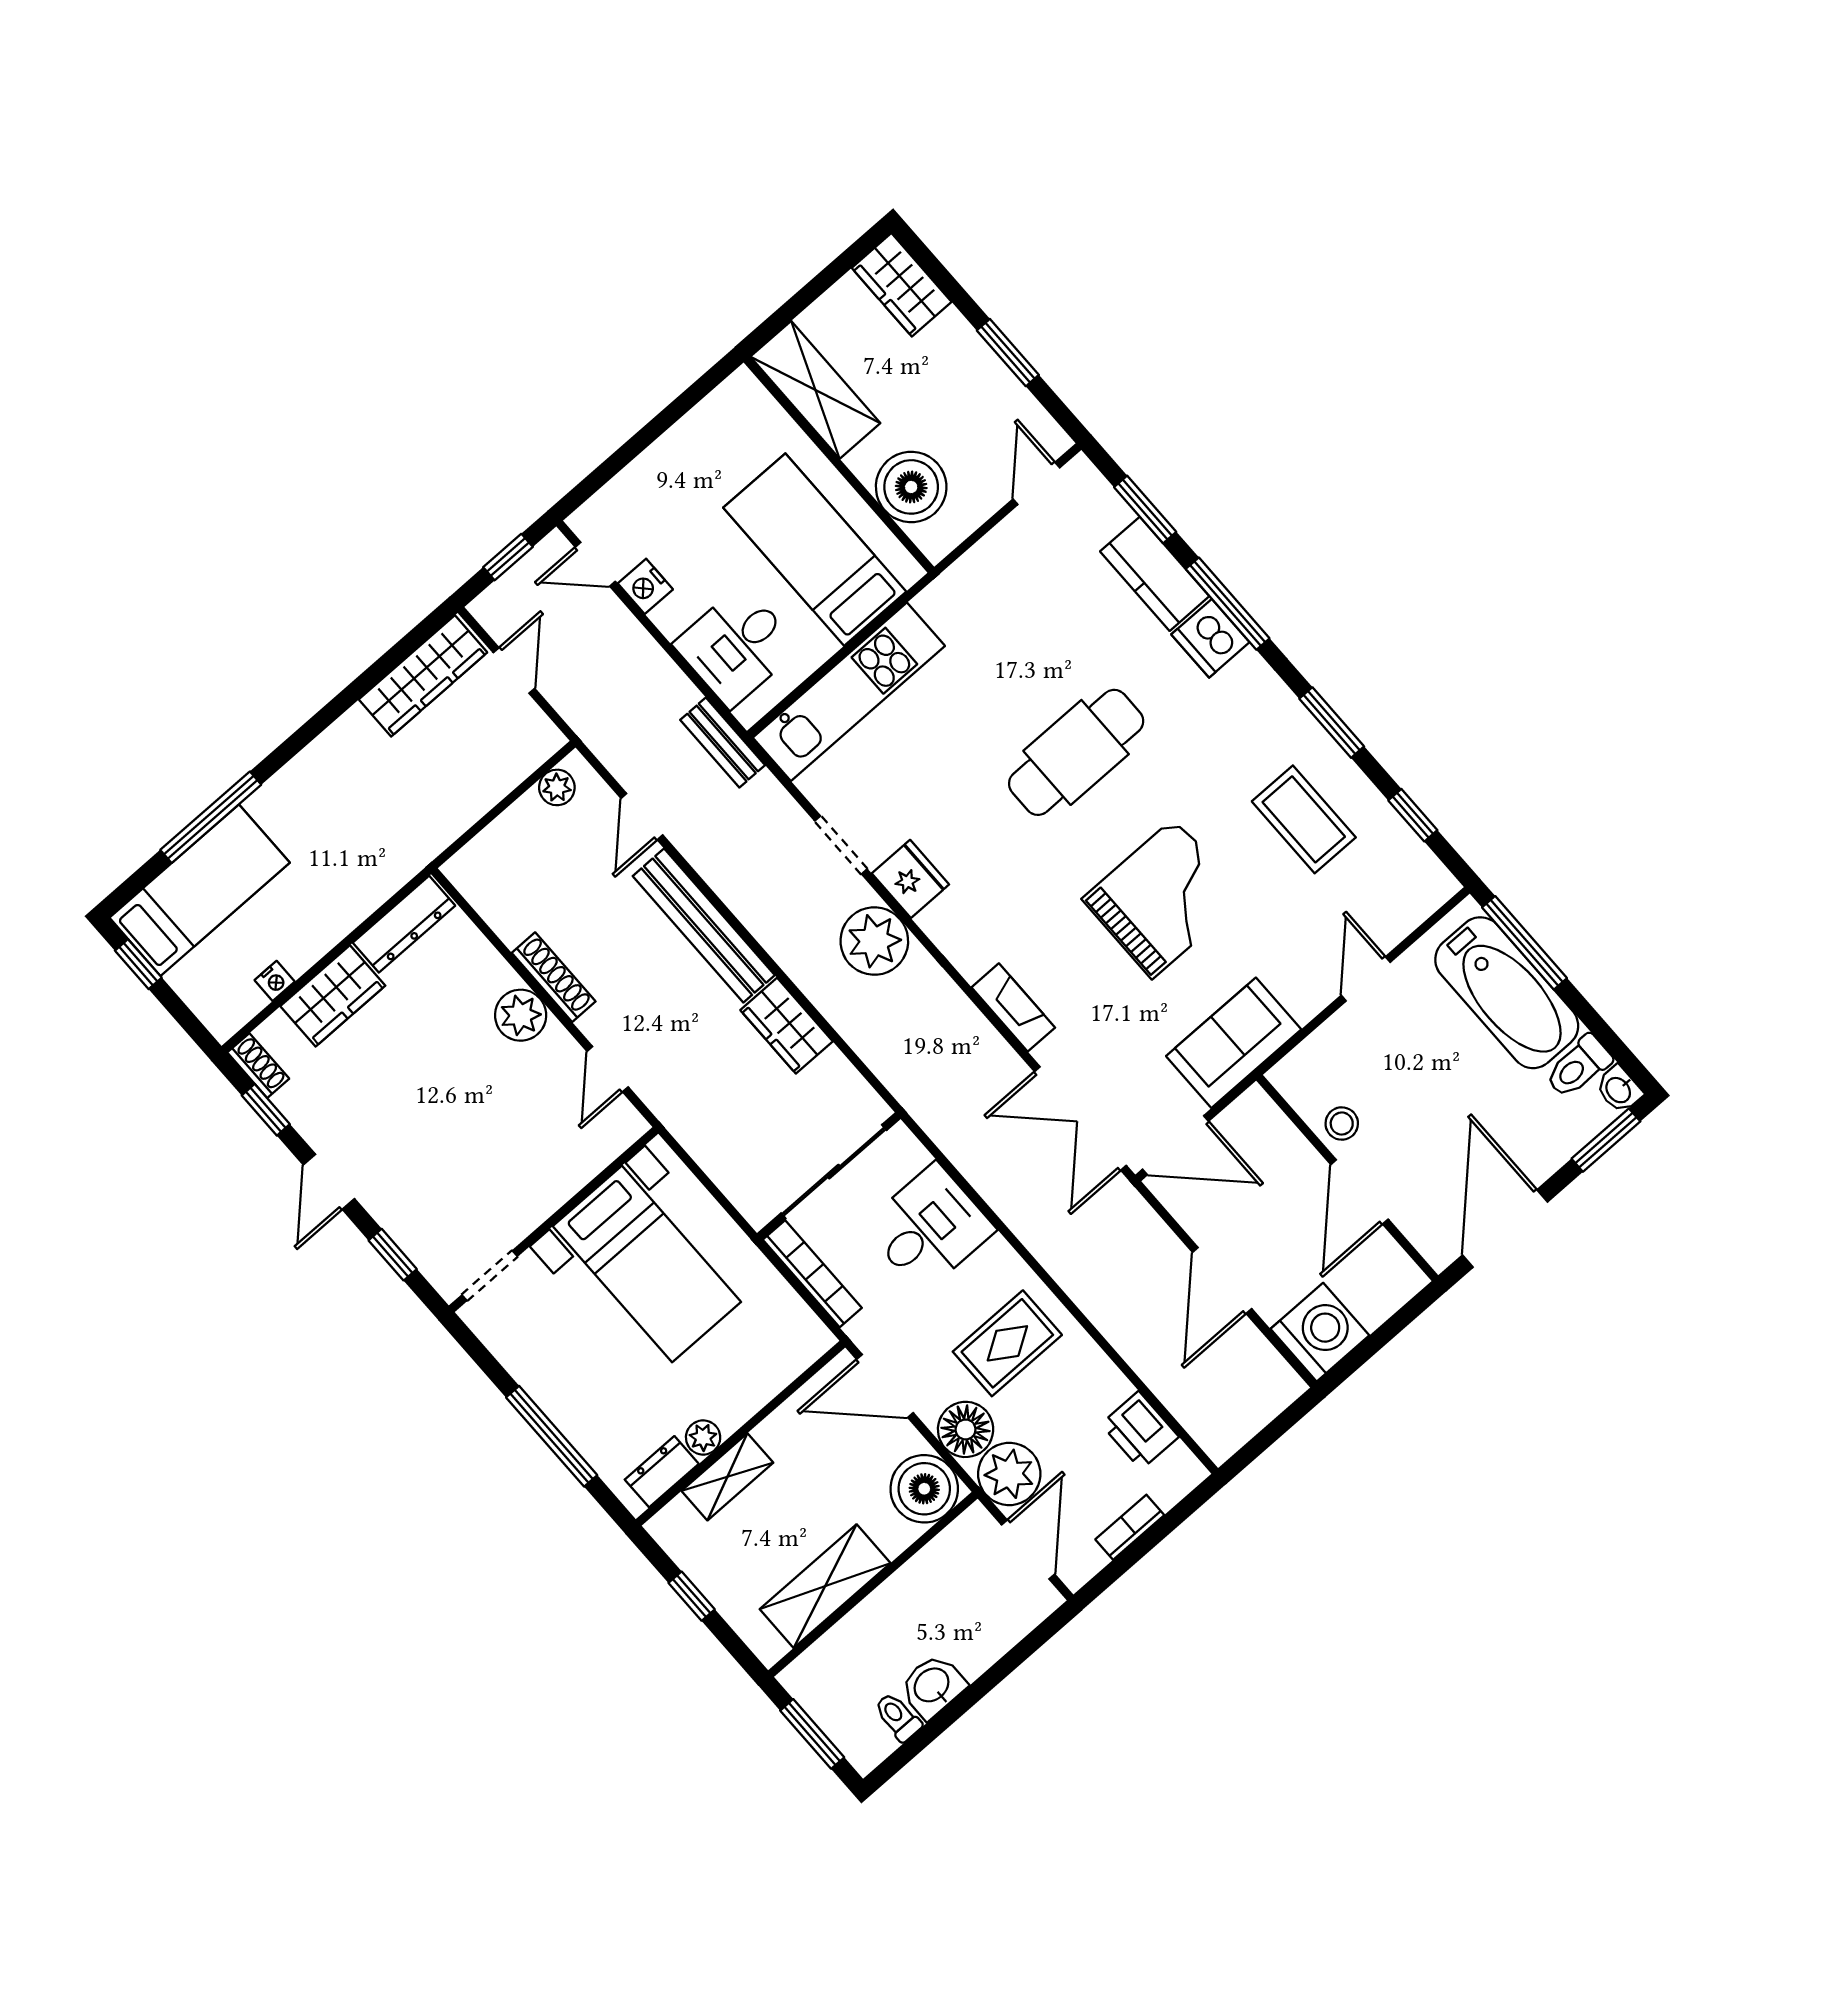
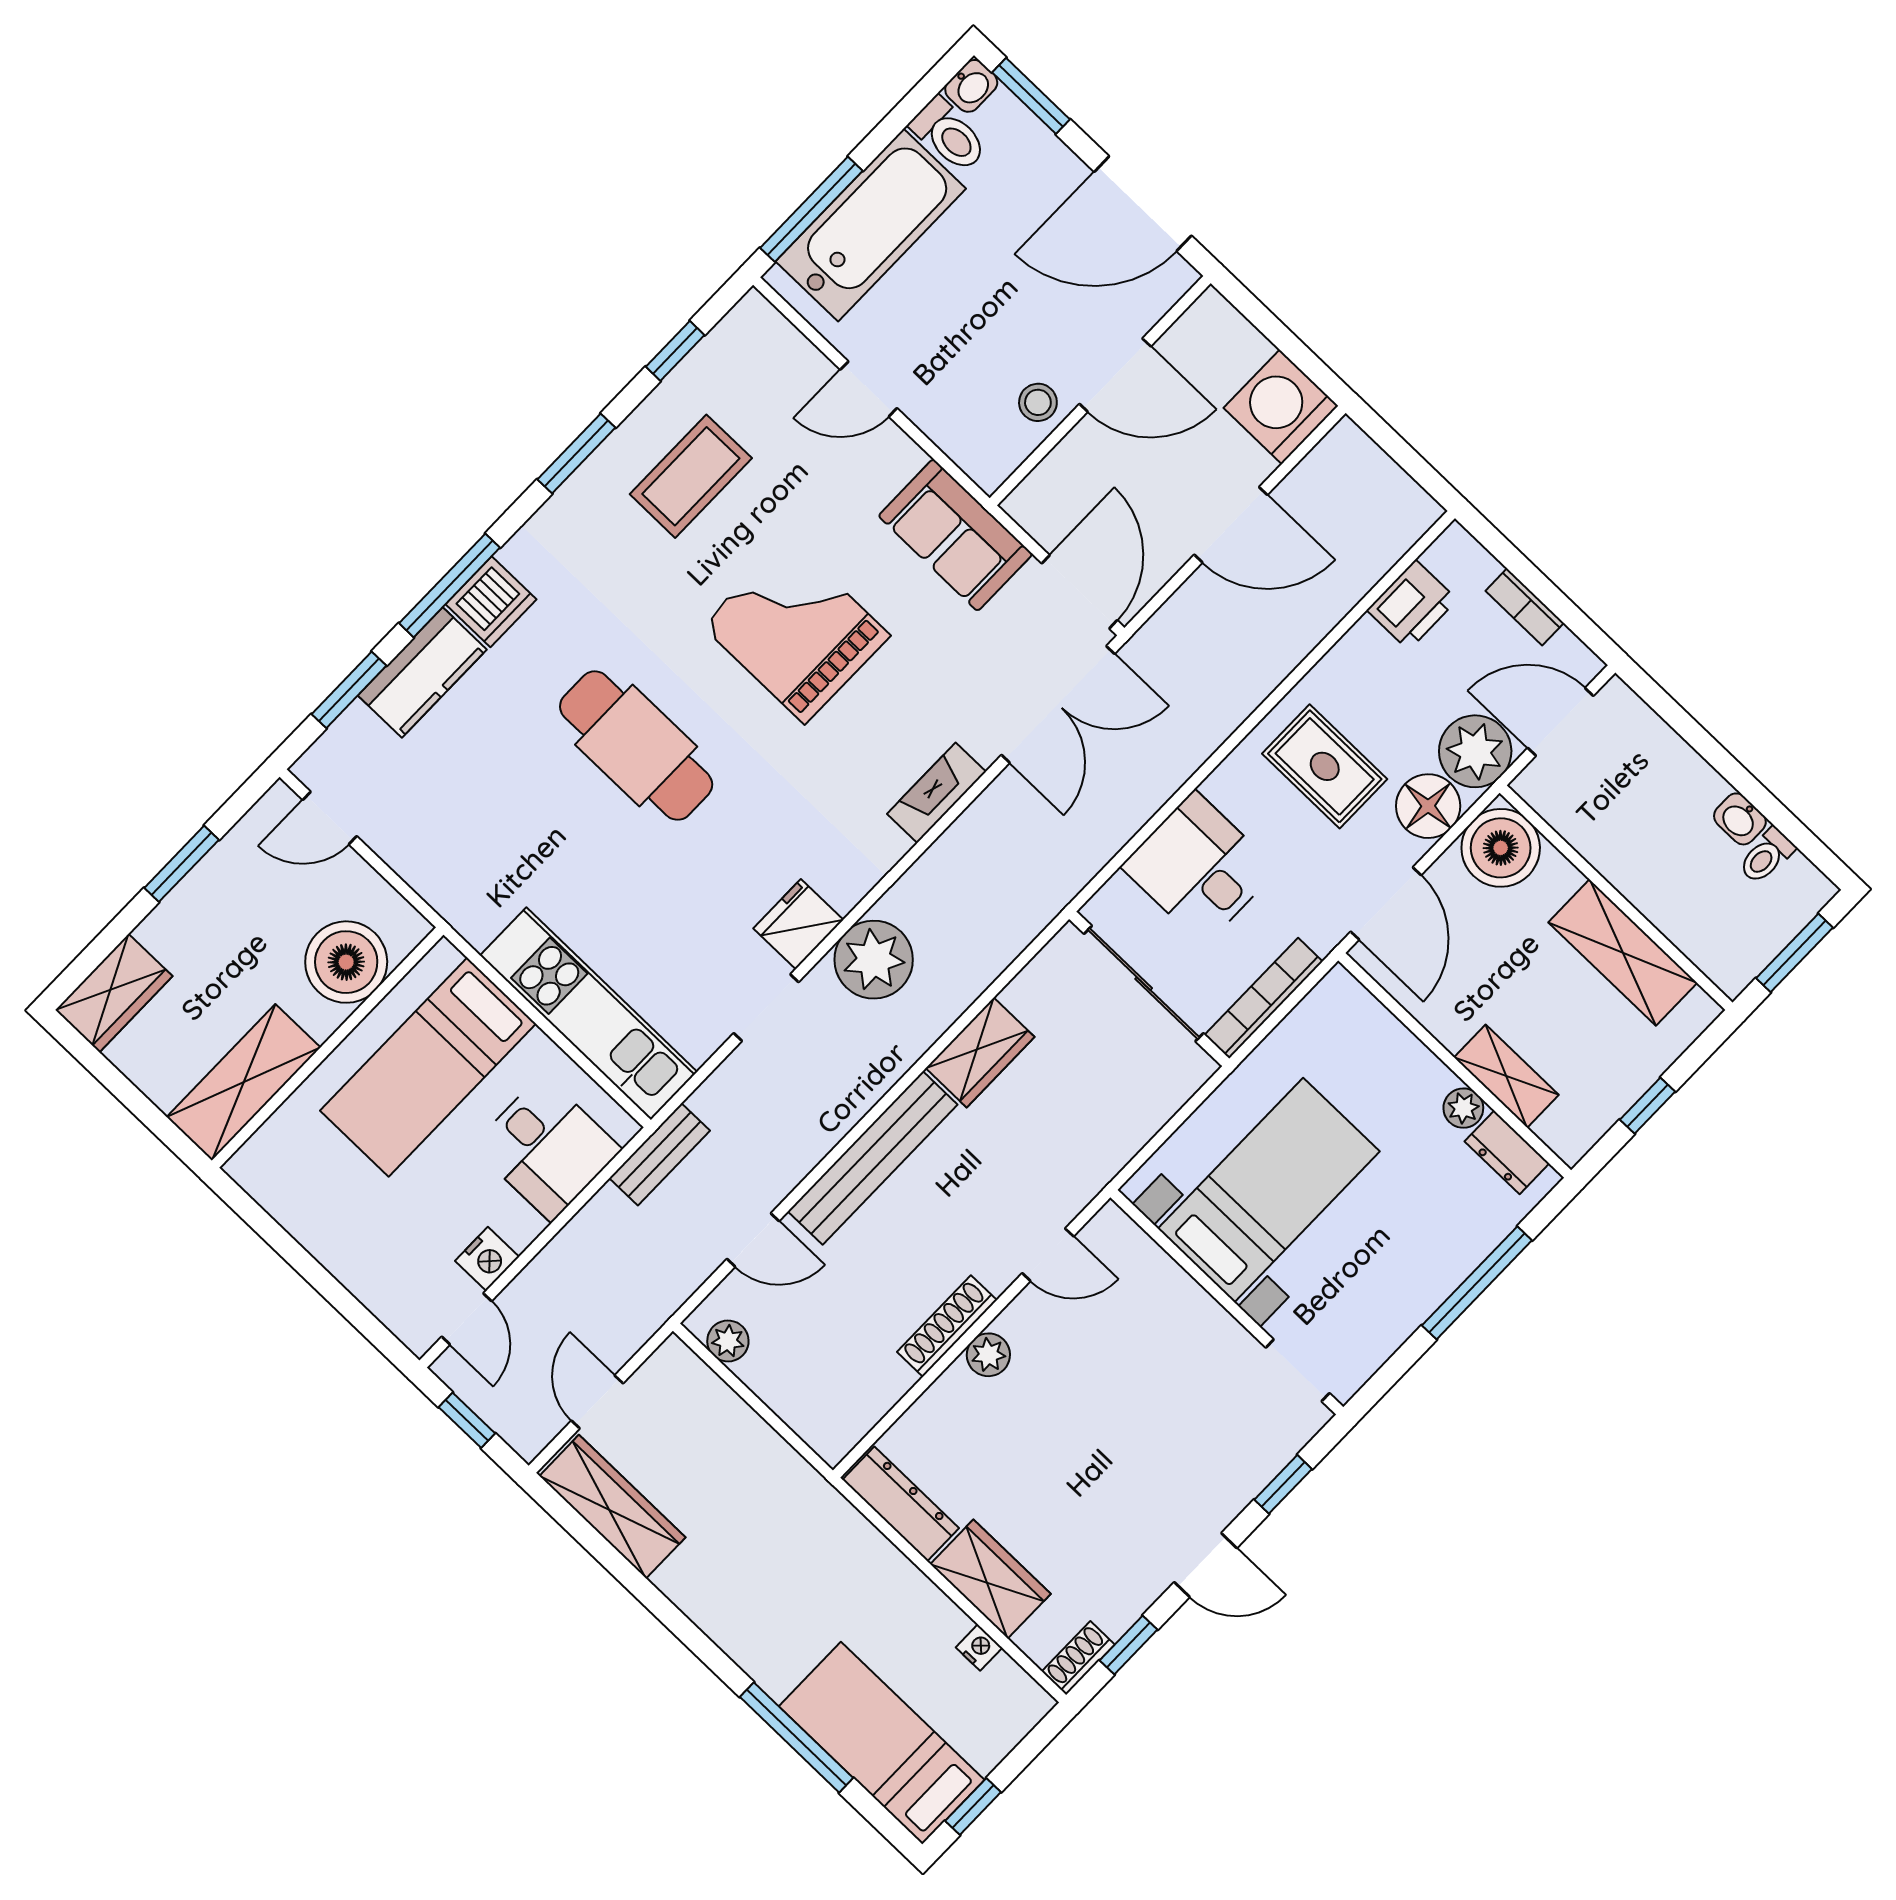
door: (514, 670) -> (597, 1402), hinge flipped
plant: (521, 1015) -> (988, 1355), width x0.73, depth x0.73
washbasin: (933, 1686) -> (1740, 819), width x0.72, depth x0.69

